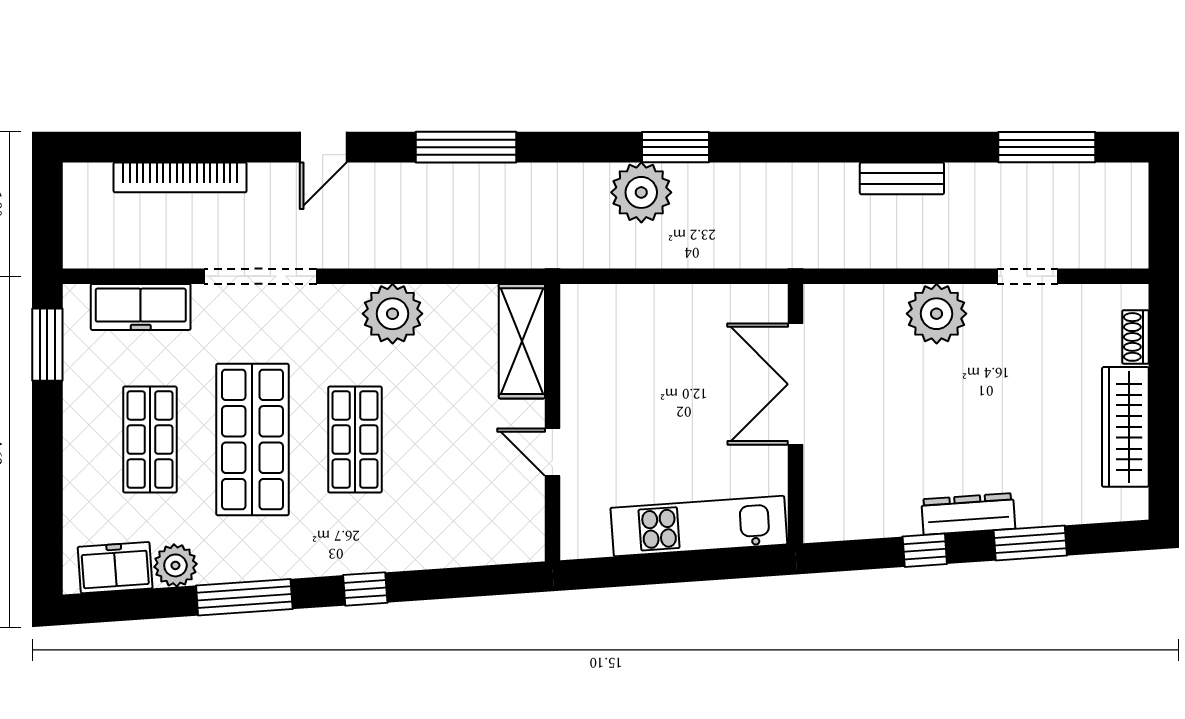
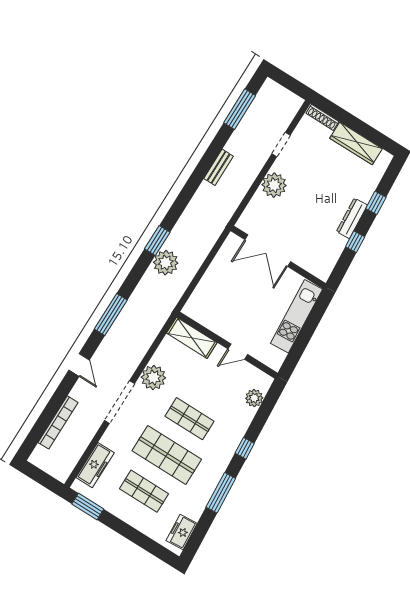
doorway: (260, 276) -> (120, 402), moved
shoe rack: (1136, 337) -> (322, 117), width x1.43
window: (1030, 543) -> (376, 203), width x0.67
plant: (175, 565) -> (254, 398), moved

